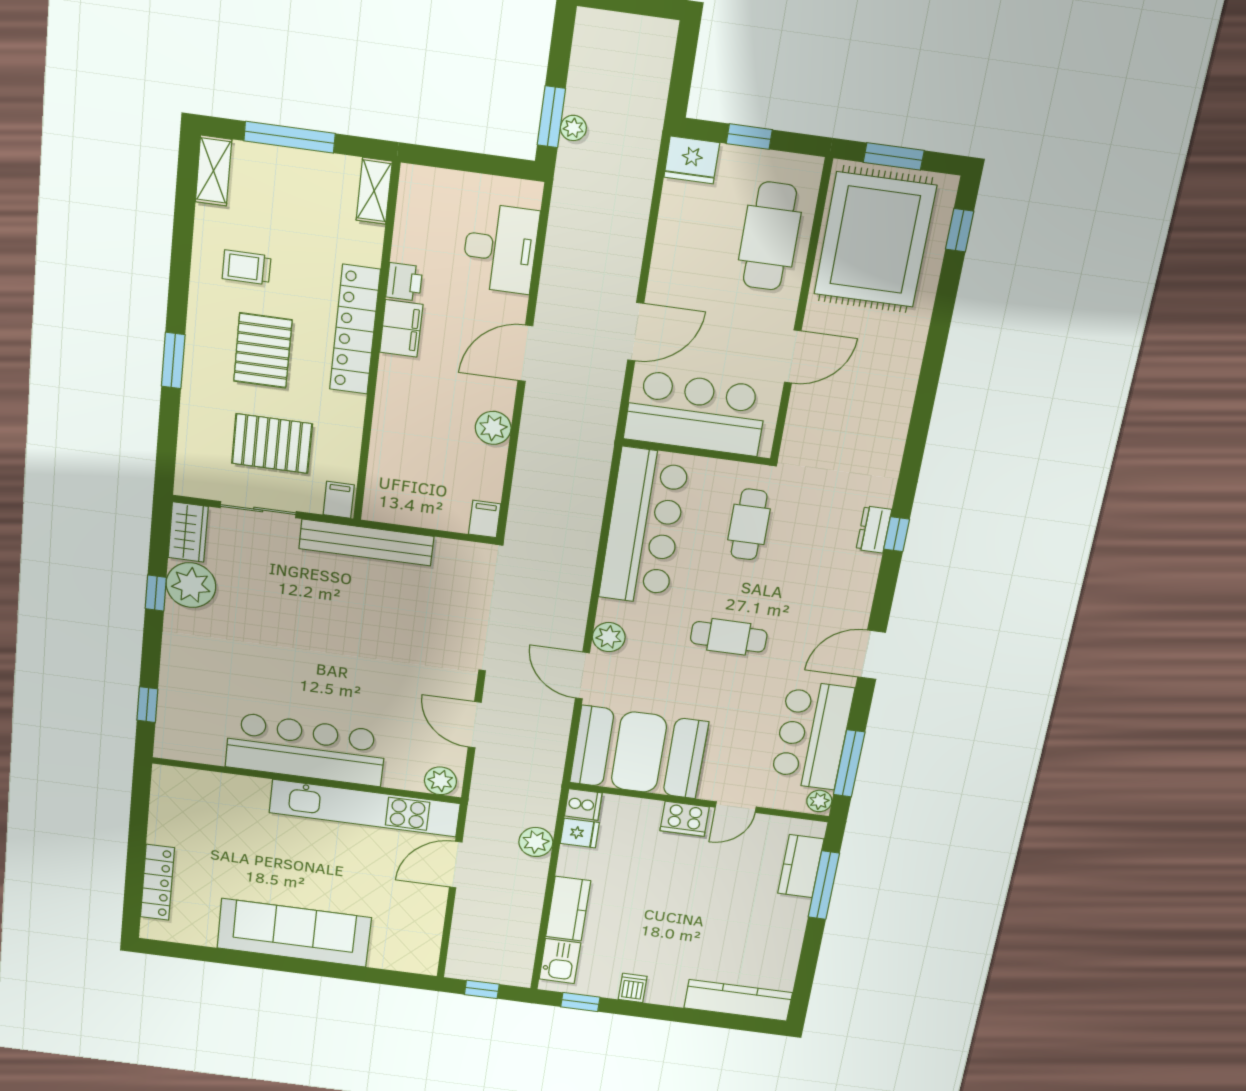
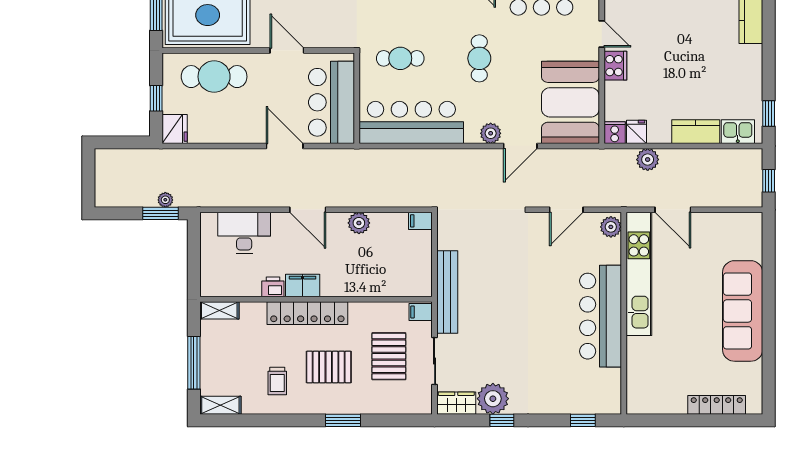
dishwasher: (633, 988) -> (752, 80), removed

